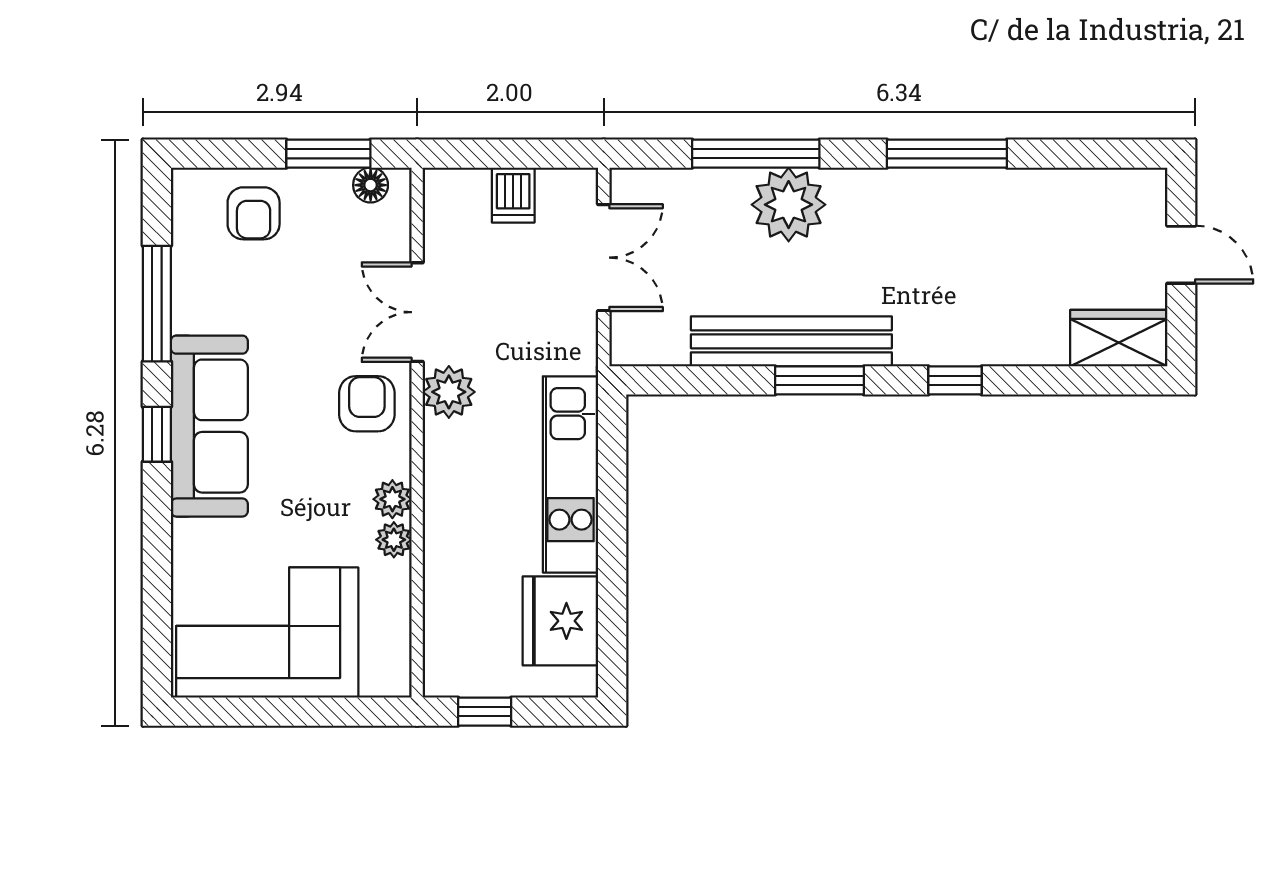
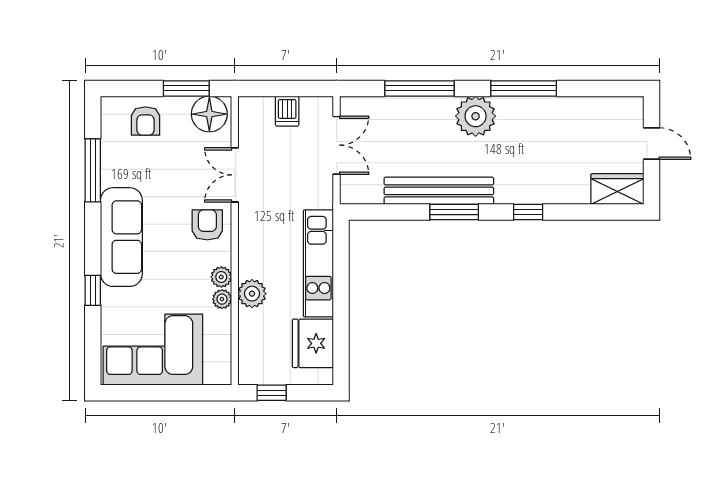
floor lamp: (371, 185) -> (209, 114), width x1.89, depth x1.89
plant: (789, 205) -> (476, 116), moved
plant: (449, 392) -> (252, 294), moved
window: (157, 434) -> (93, 290), moved

